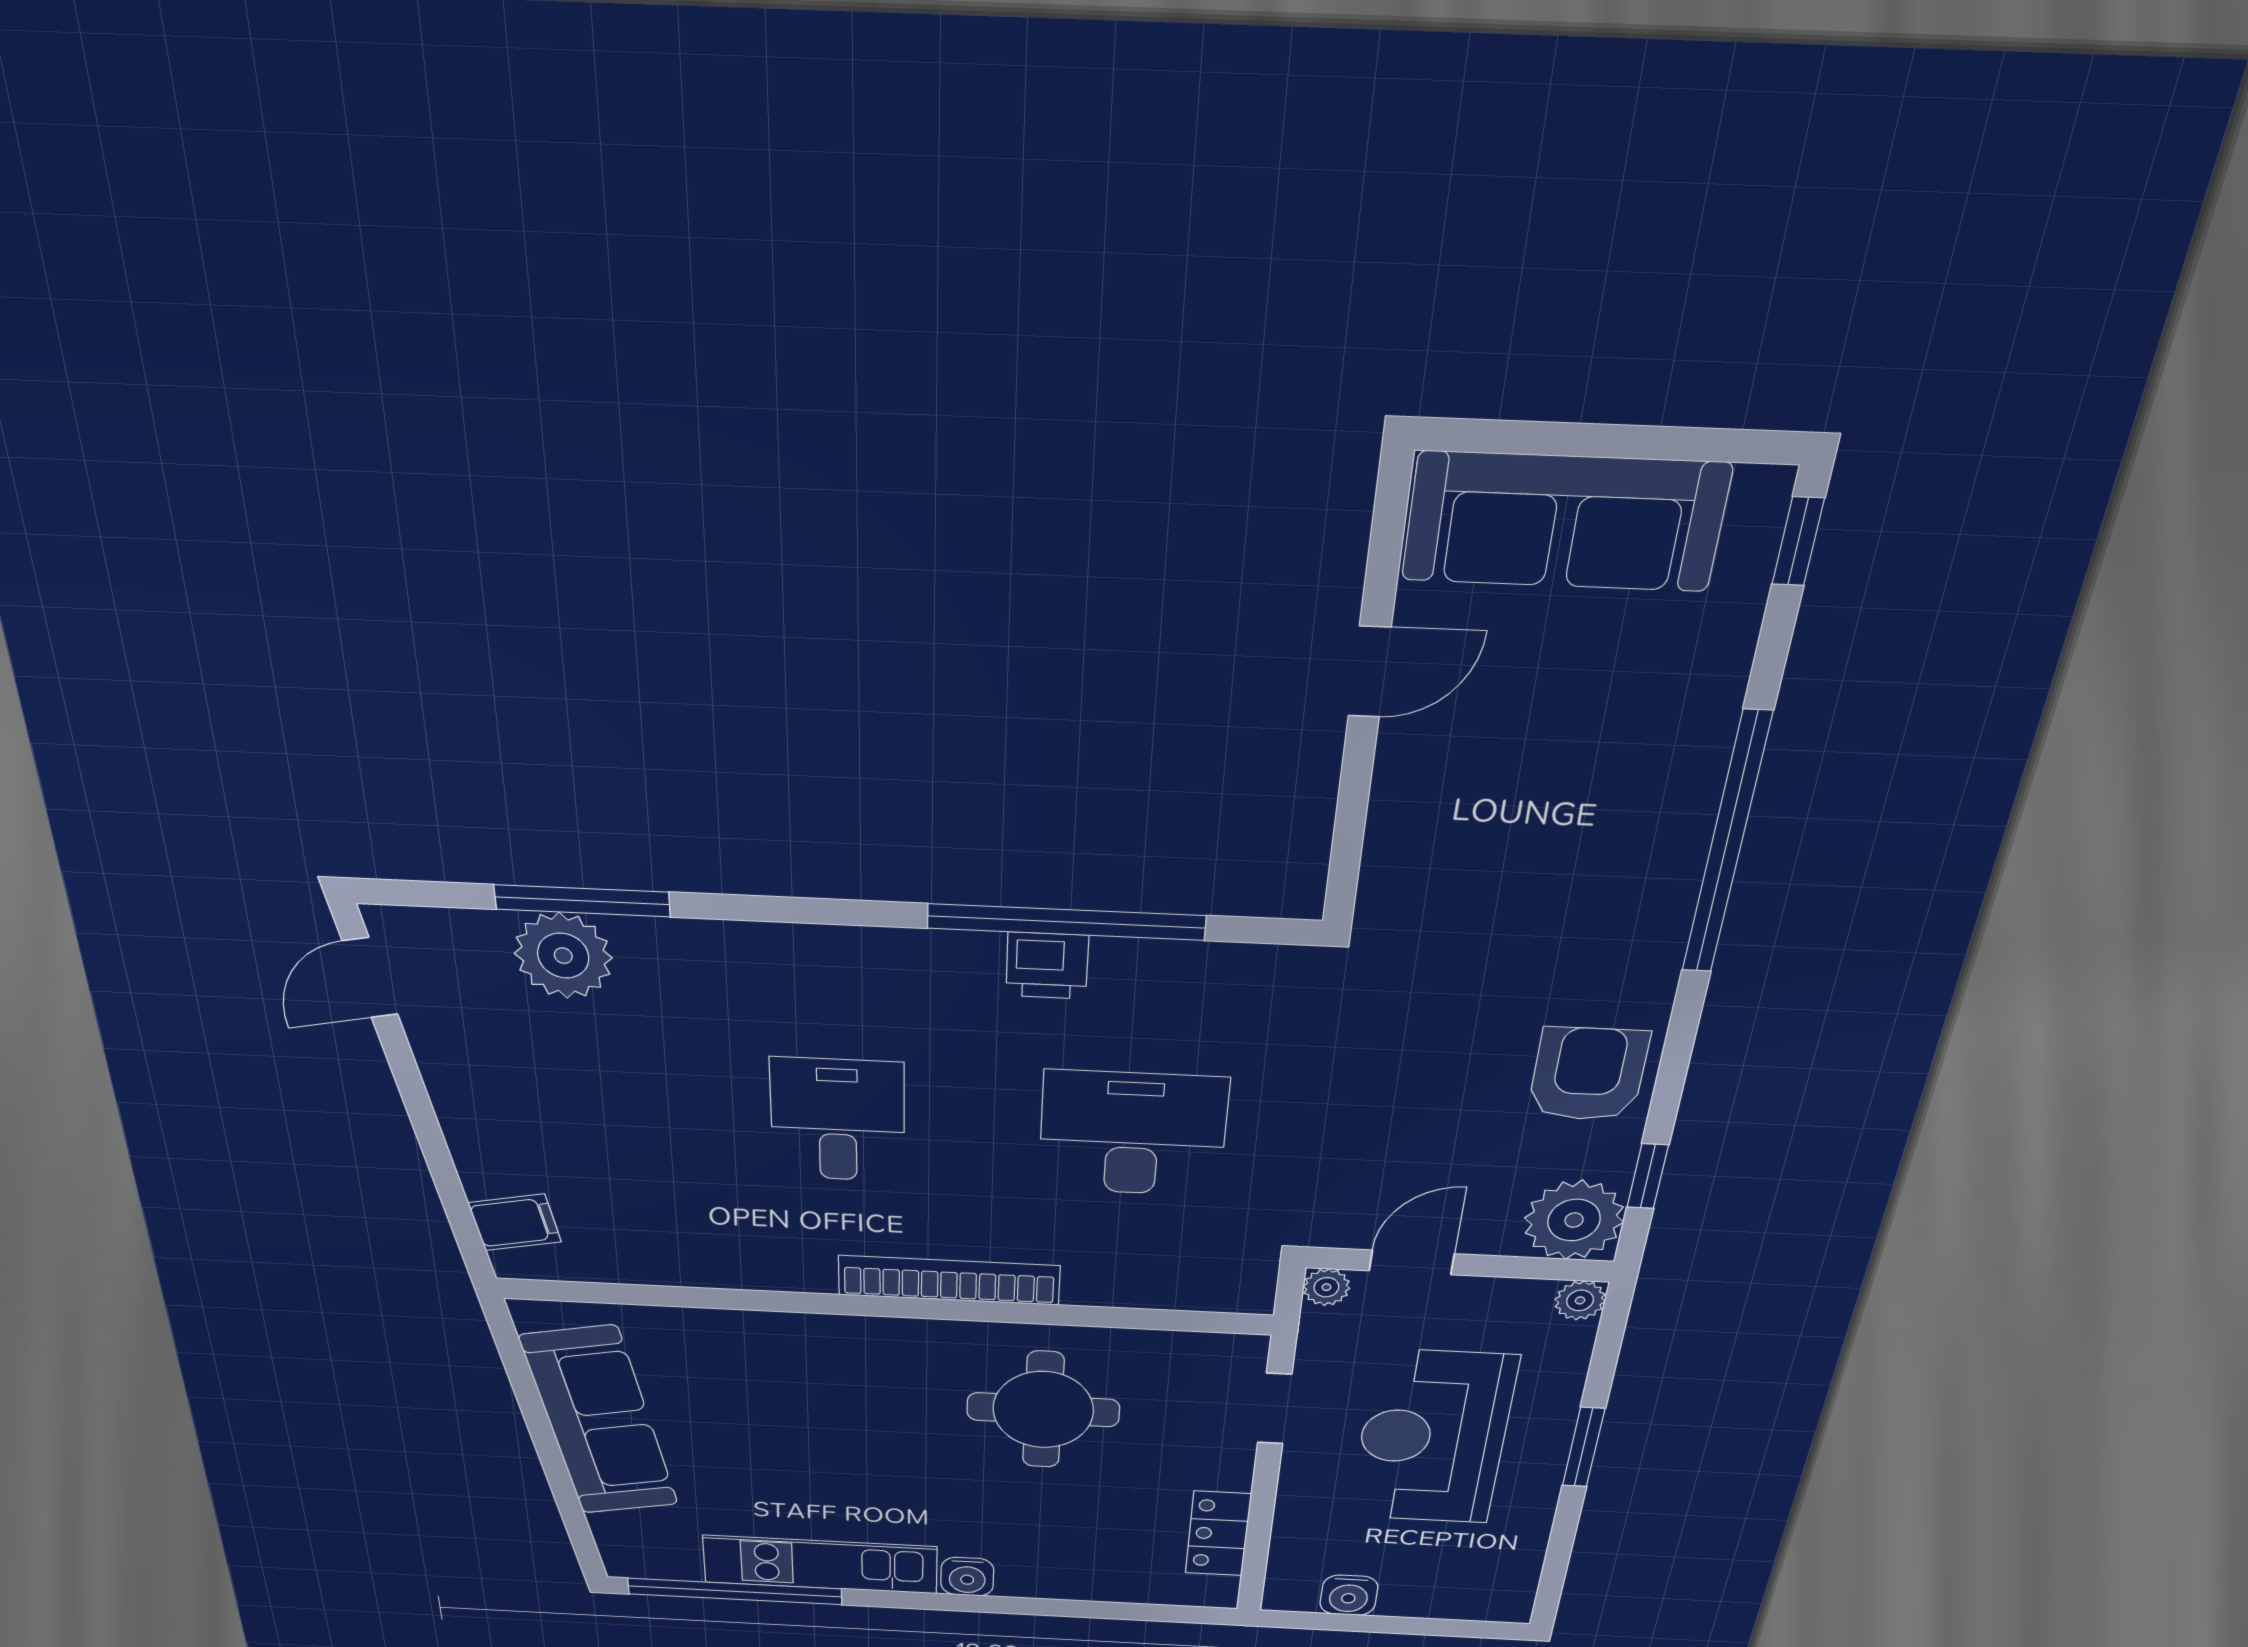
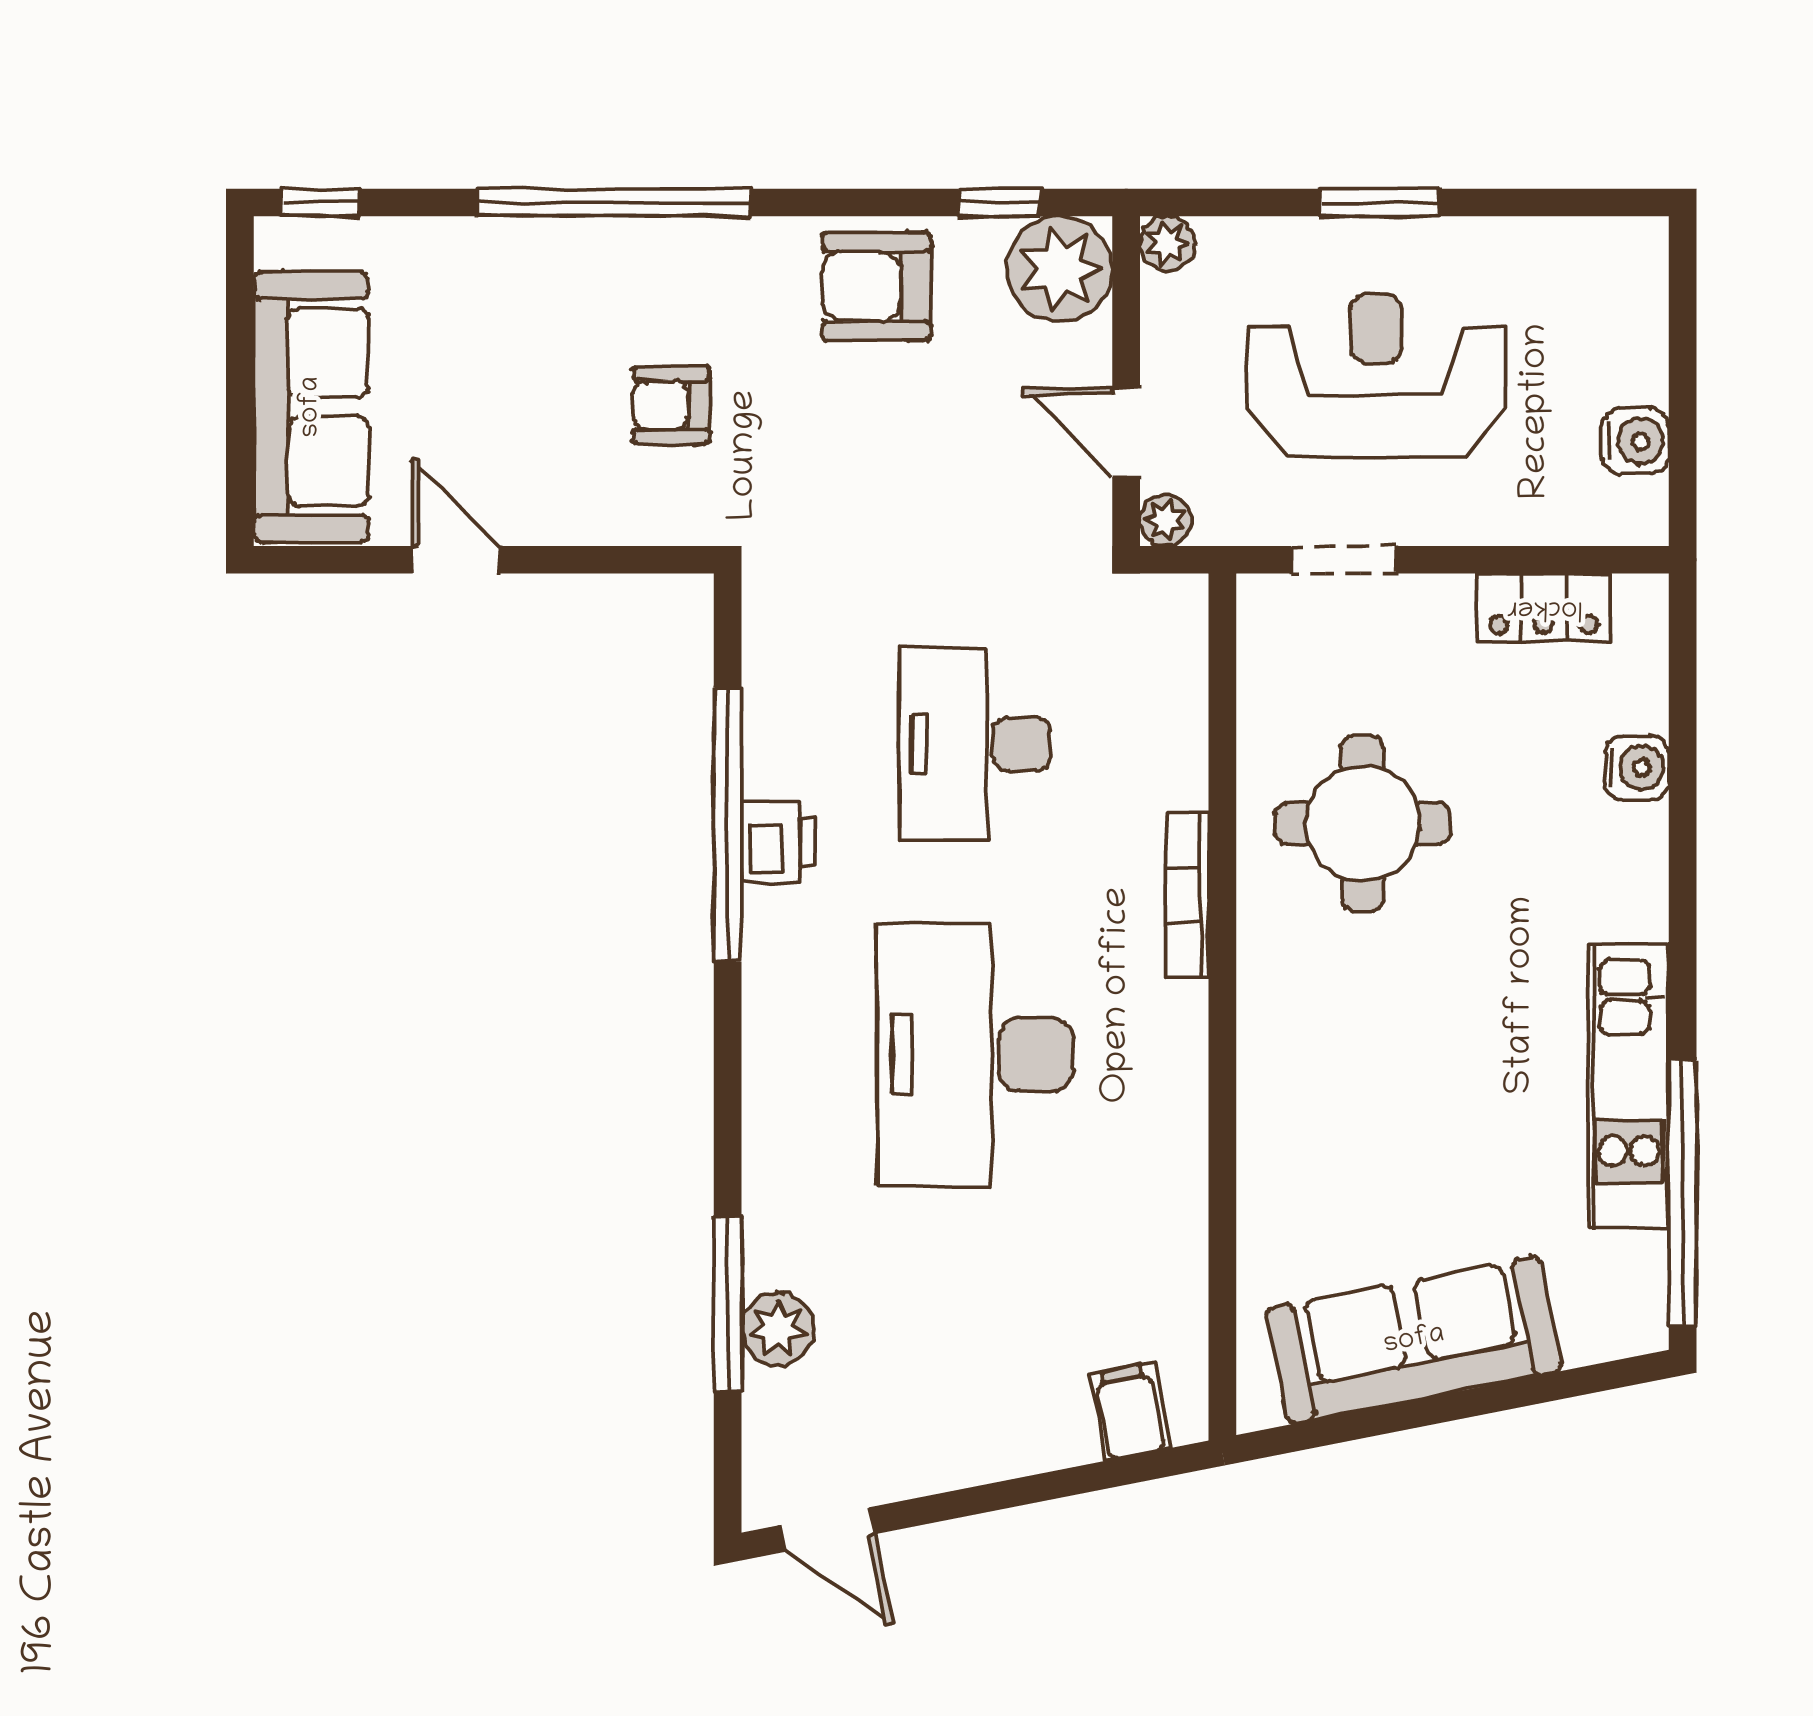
armchair: (1502, 890) -> (671, 405), added
plant: (563, 956) -> (778, 1329), width x0.73, depth x0.73
desk: (838, 1120) -> (975, 1054), width x1.87, depth x1.30
bookcase: (949, 1280) -> (1187, 895), width x0.68, depth x0.76
reception desk: (1433, 1438) -> (1376, 376), turned 180
water cooler: (967, 1577) -> (1637, 768), moved

